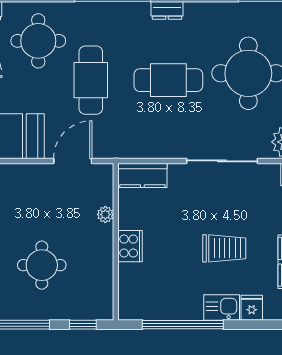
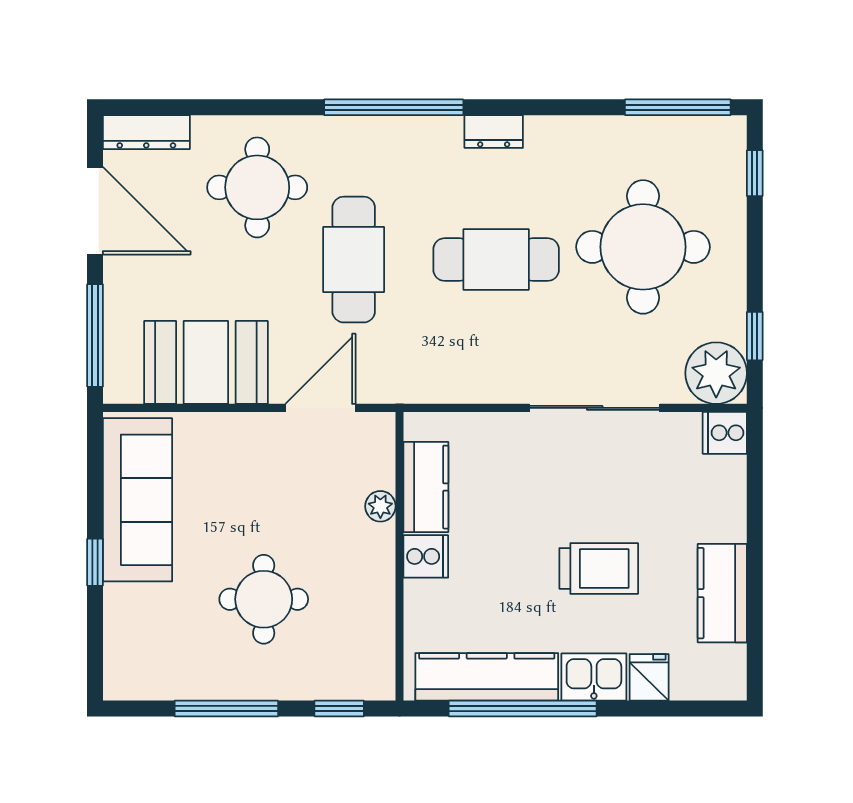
kitchen counter: (142, 175) -> (426, 487), moved, turned -90
cooker: (130, 246) -> (426, 556), width x0.73
kitchen counter: (163, 307) -> (487, 677), added

